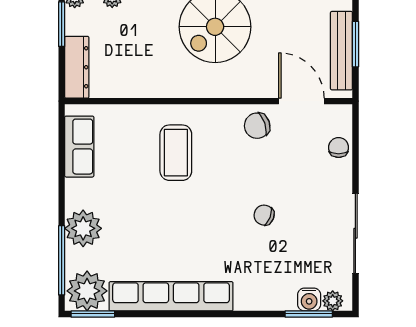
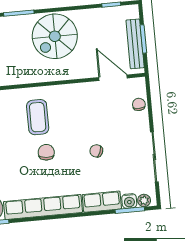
chair: (257, 126) -> (46, 152), moved, turned 113
row of seats: (265, 297) -> (102, 202), added

